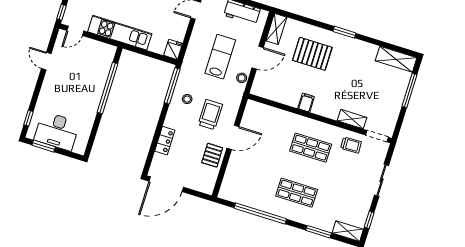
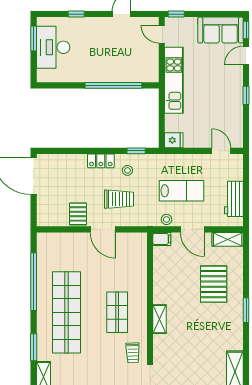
window: (172, 86) -> (136, 151), width x0.46
filing cabinet: (306, 103) -> (162, 239), moved
window: (28, 118) -> (76, 14), moved
shelving: (352, 119) -> (160, 319), moved
locker: (165, 141) -> (101, 161), moved
pallet: (212, 155) -> (78, 214), turned 90
shop shelf: (297, 193) -> (67, 312), width x2.00, depth x1.36

